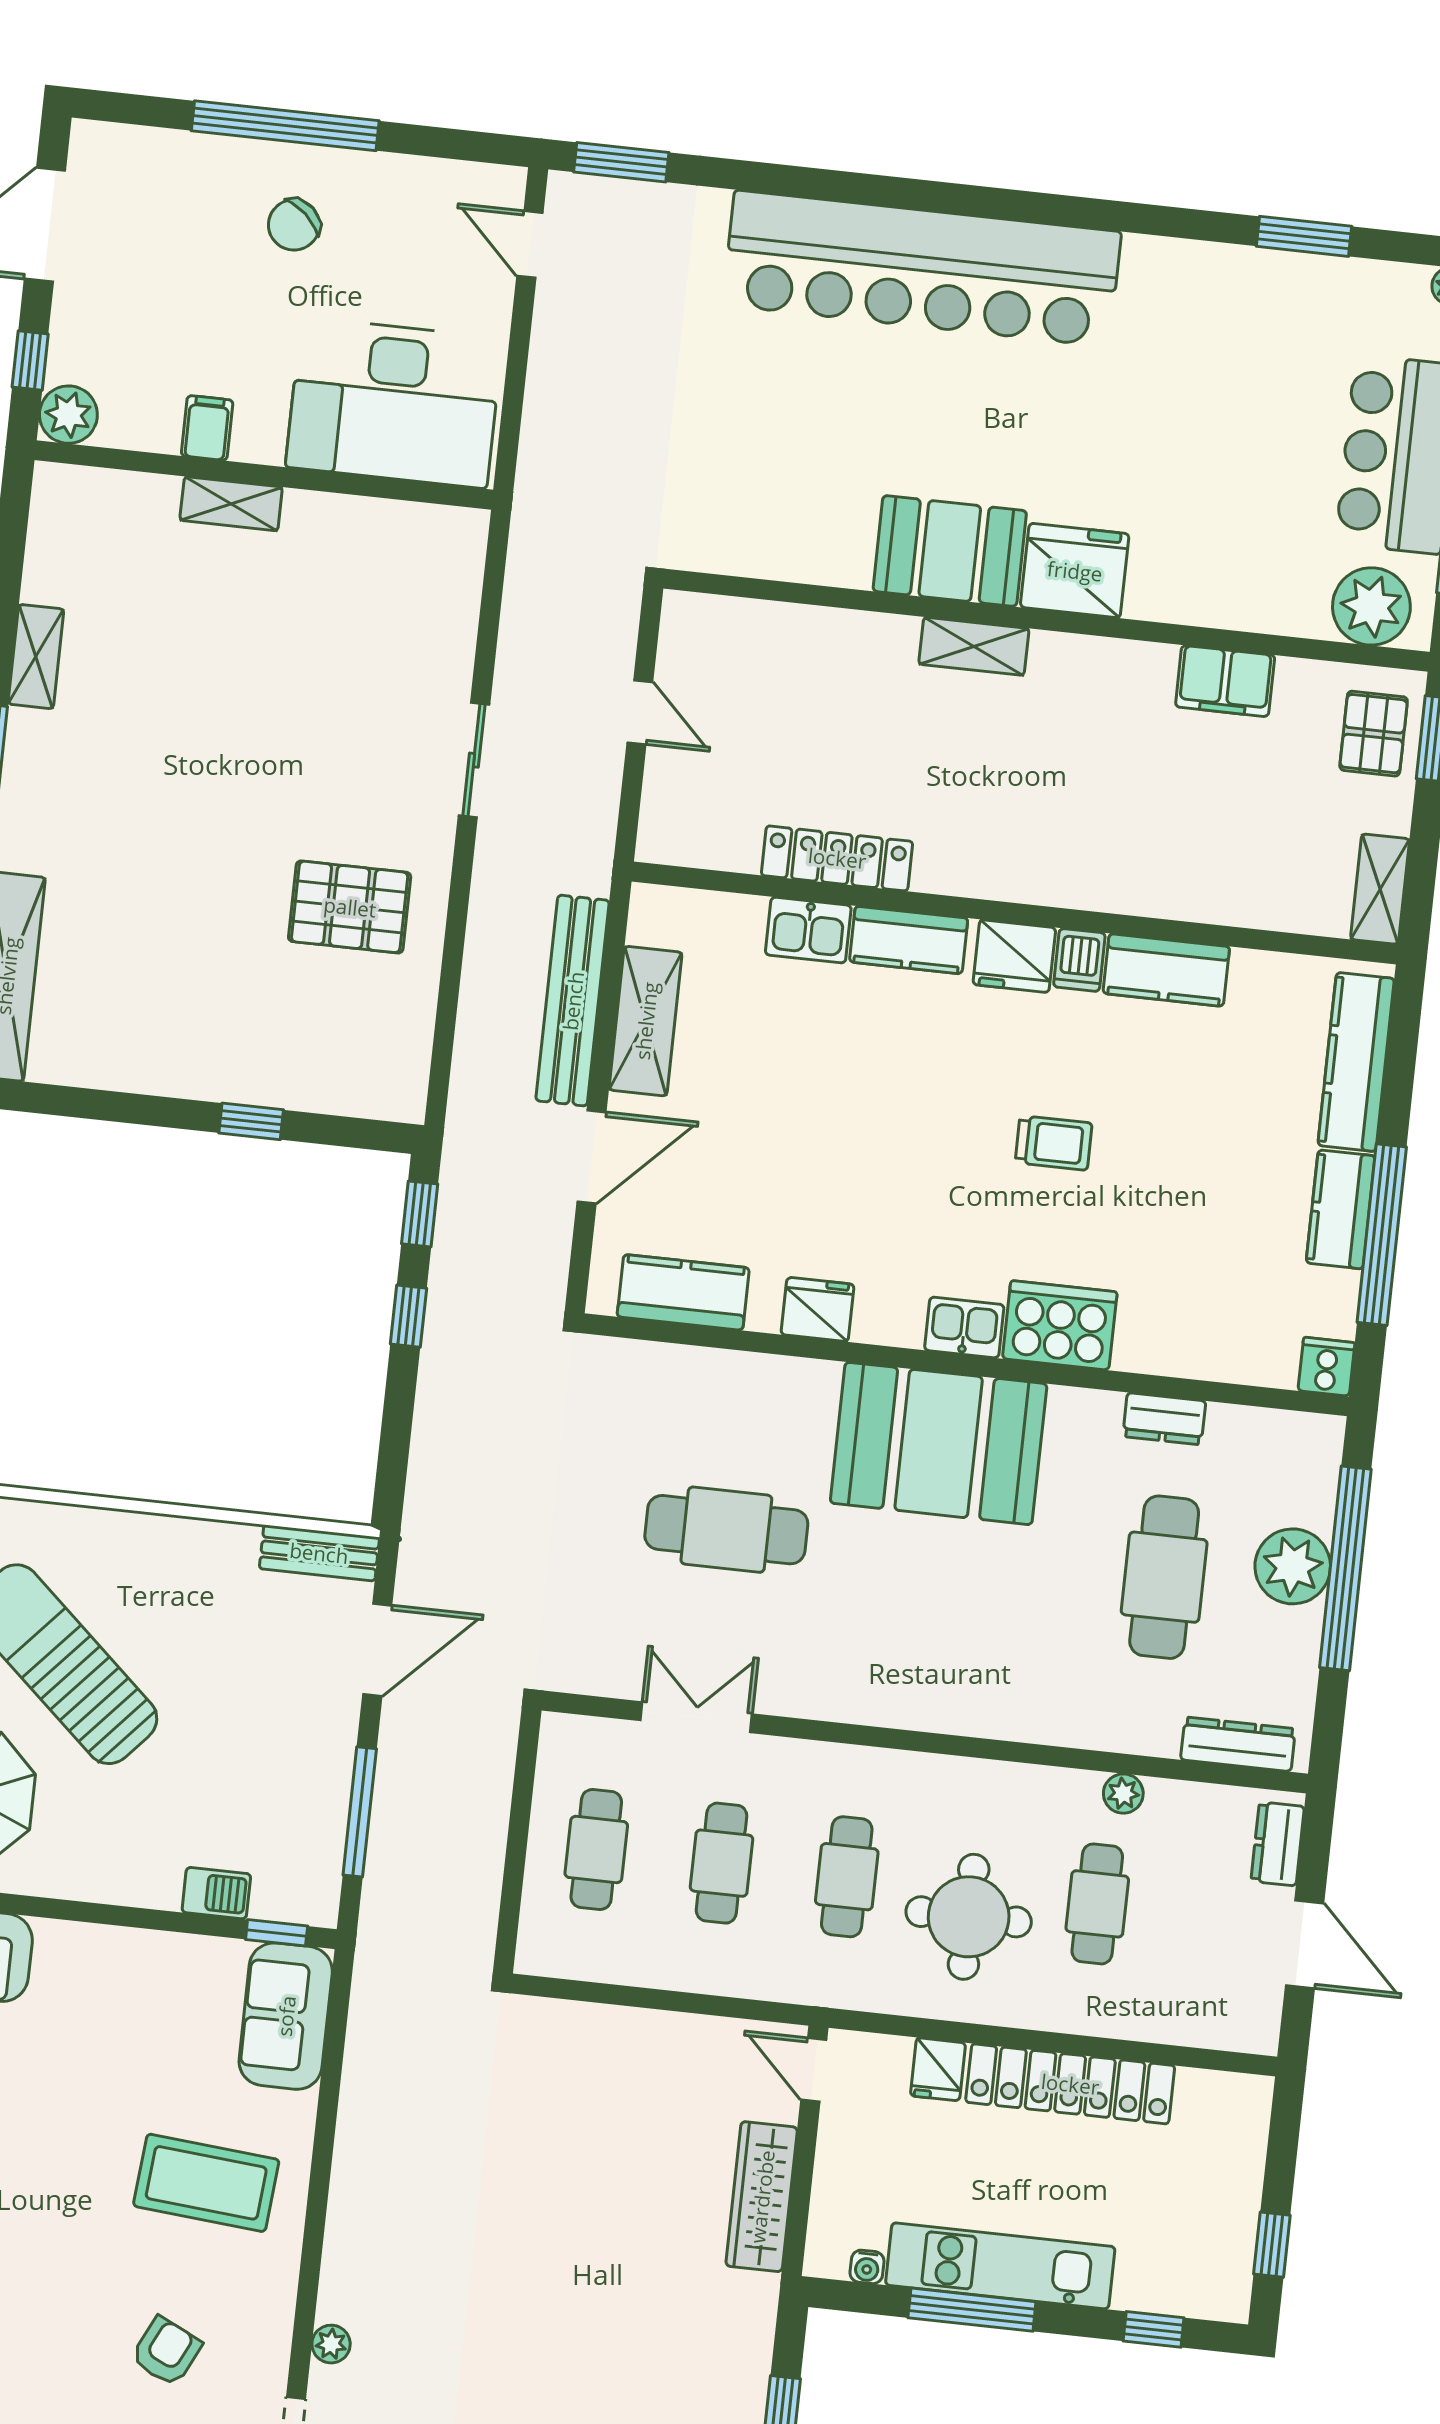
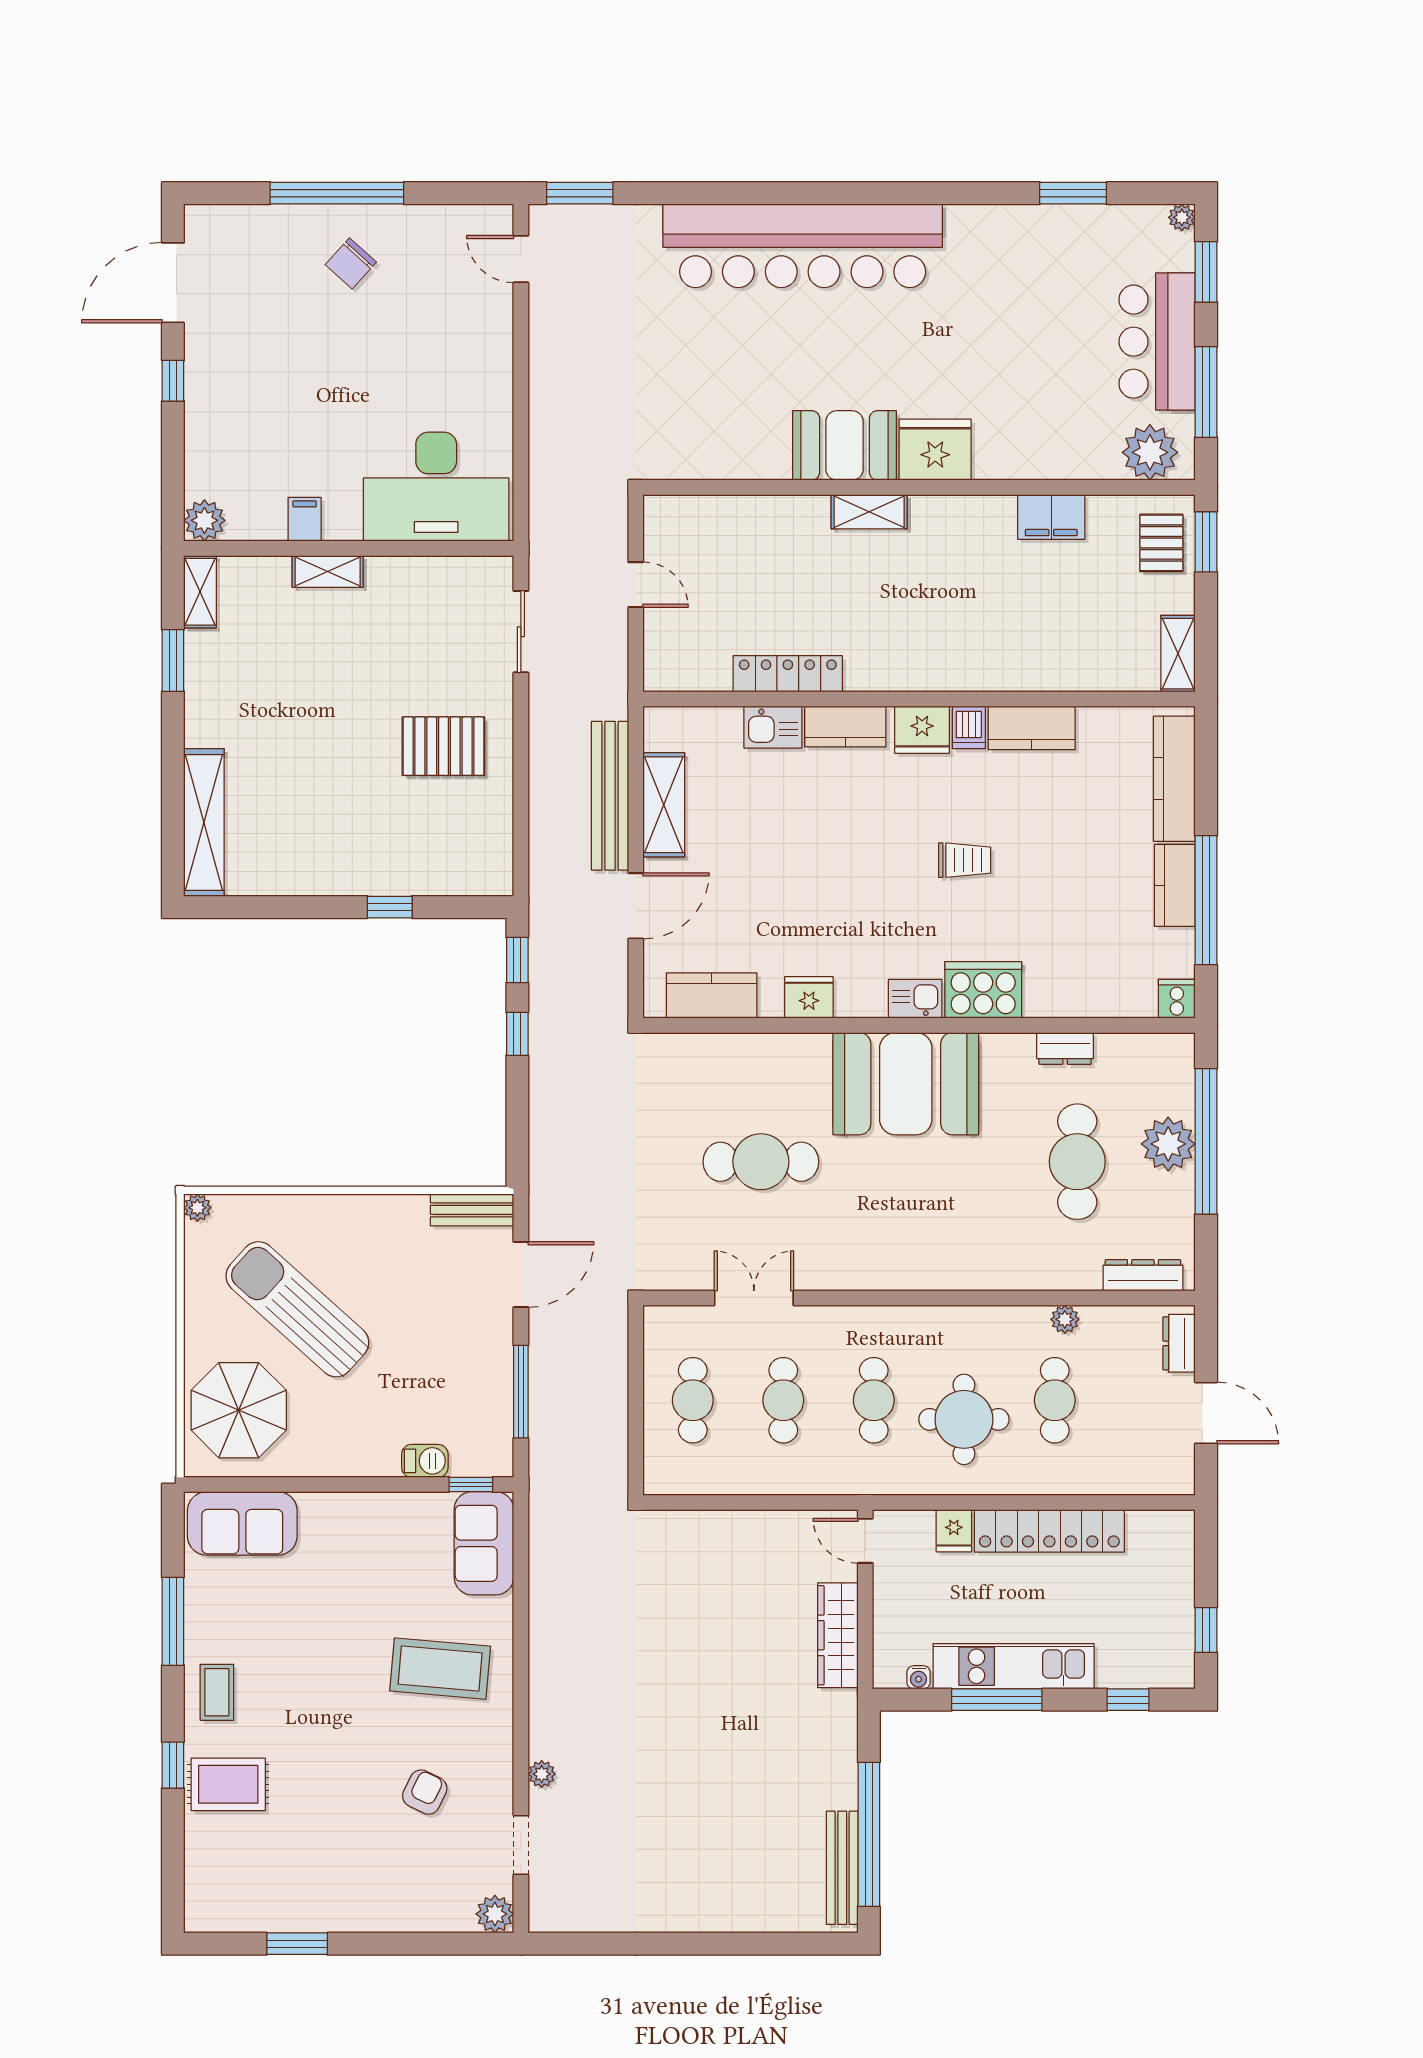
desk: (394, 403) -> (436, 487), moved
plant: (68, 415) -> (204, 520), moved
filing cabinet: (207, 428) -> (305, 519), moved
wall: (264, 475) -> (349, 548), moved
shelving: (231, 504) -> (328, 571), moved

